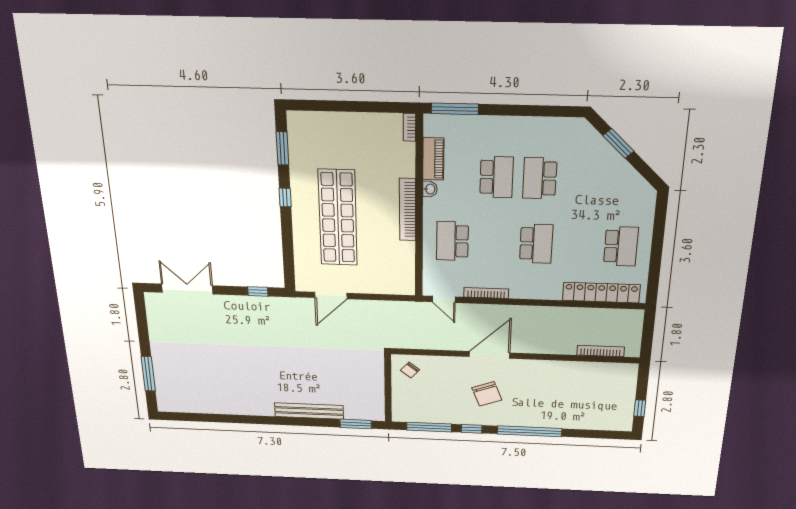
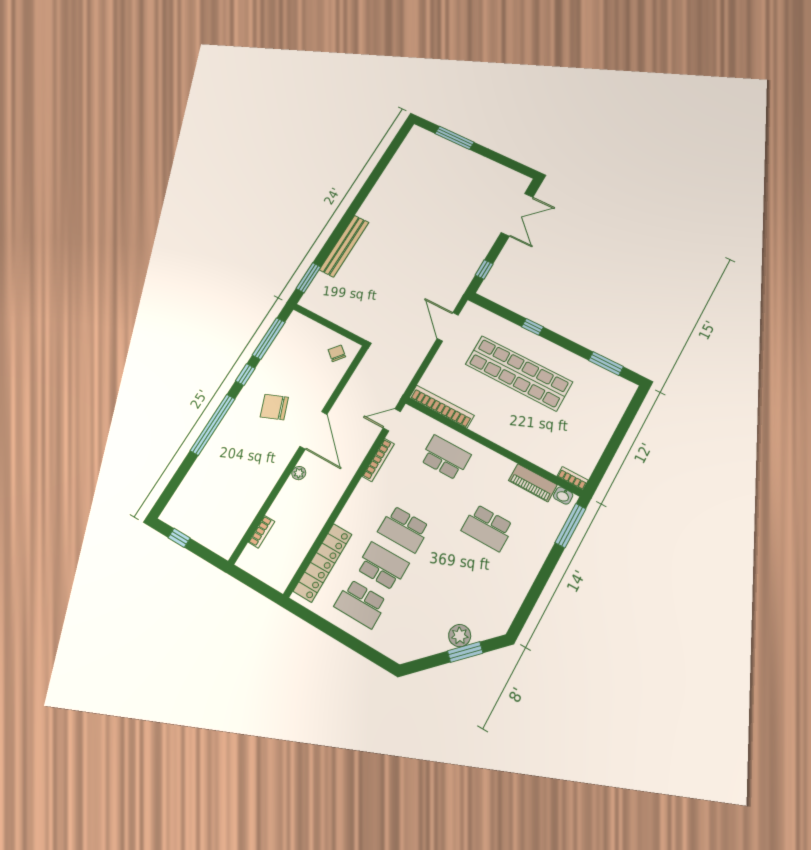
plant: (606, 155) -> (460, 636), added
school desk: (540, 178) -> (382, 566), moved
washbasin: (430, 189) -> (563, 496), moved
window: (285, 198) -> (532, 327), moved
bookcase: (408, 210) -> (442, 406), moved
plant: (534, 348) -> (299, 473), added
bookcase: (601, 351) -> (261, 532), width x0.64

